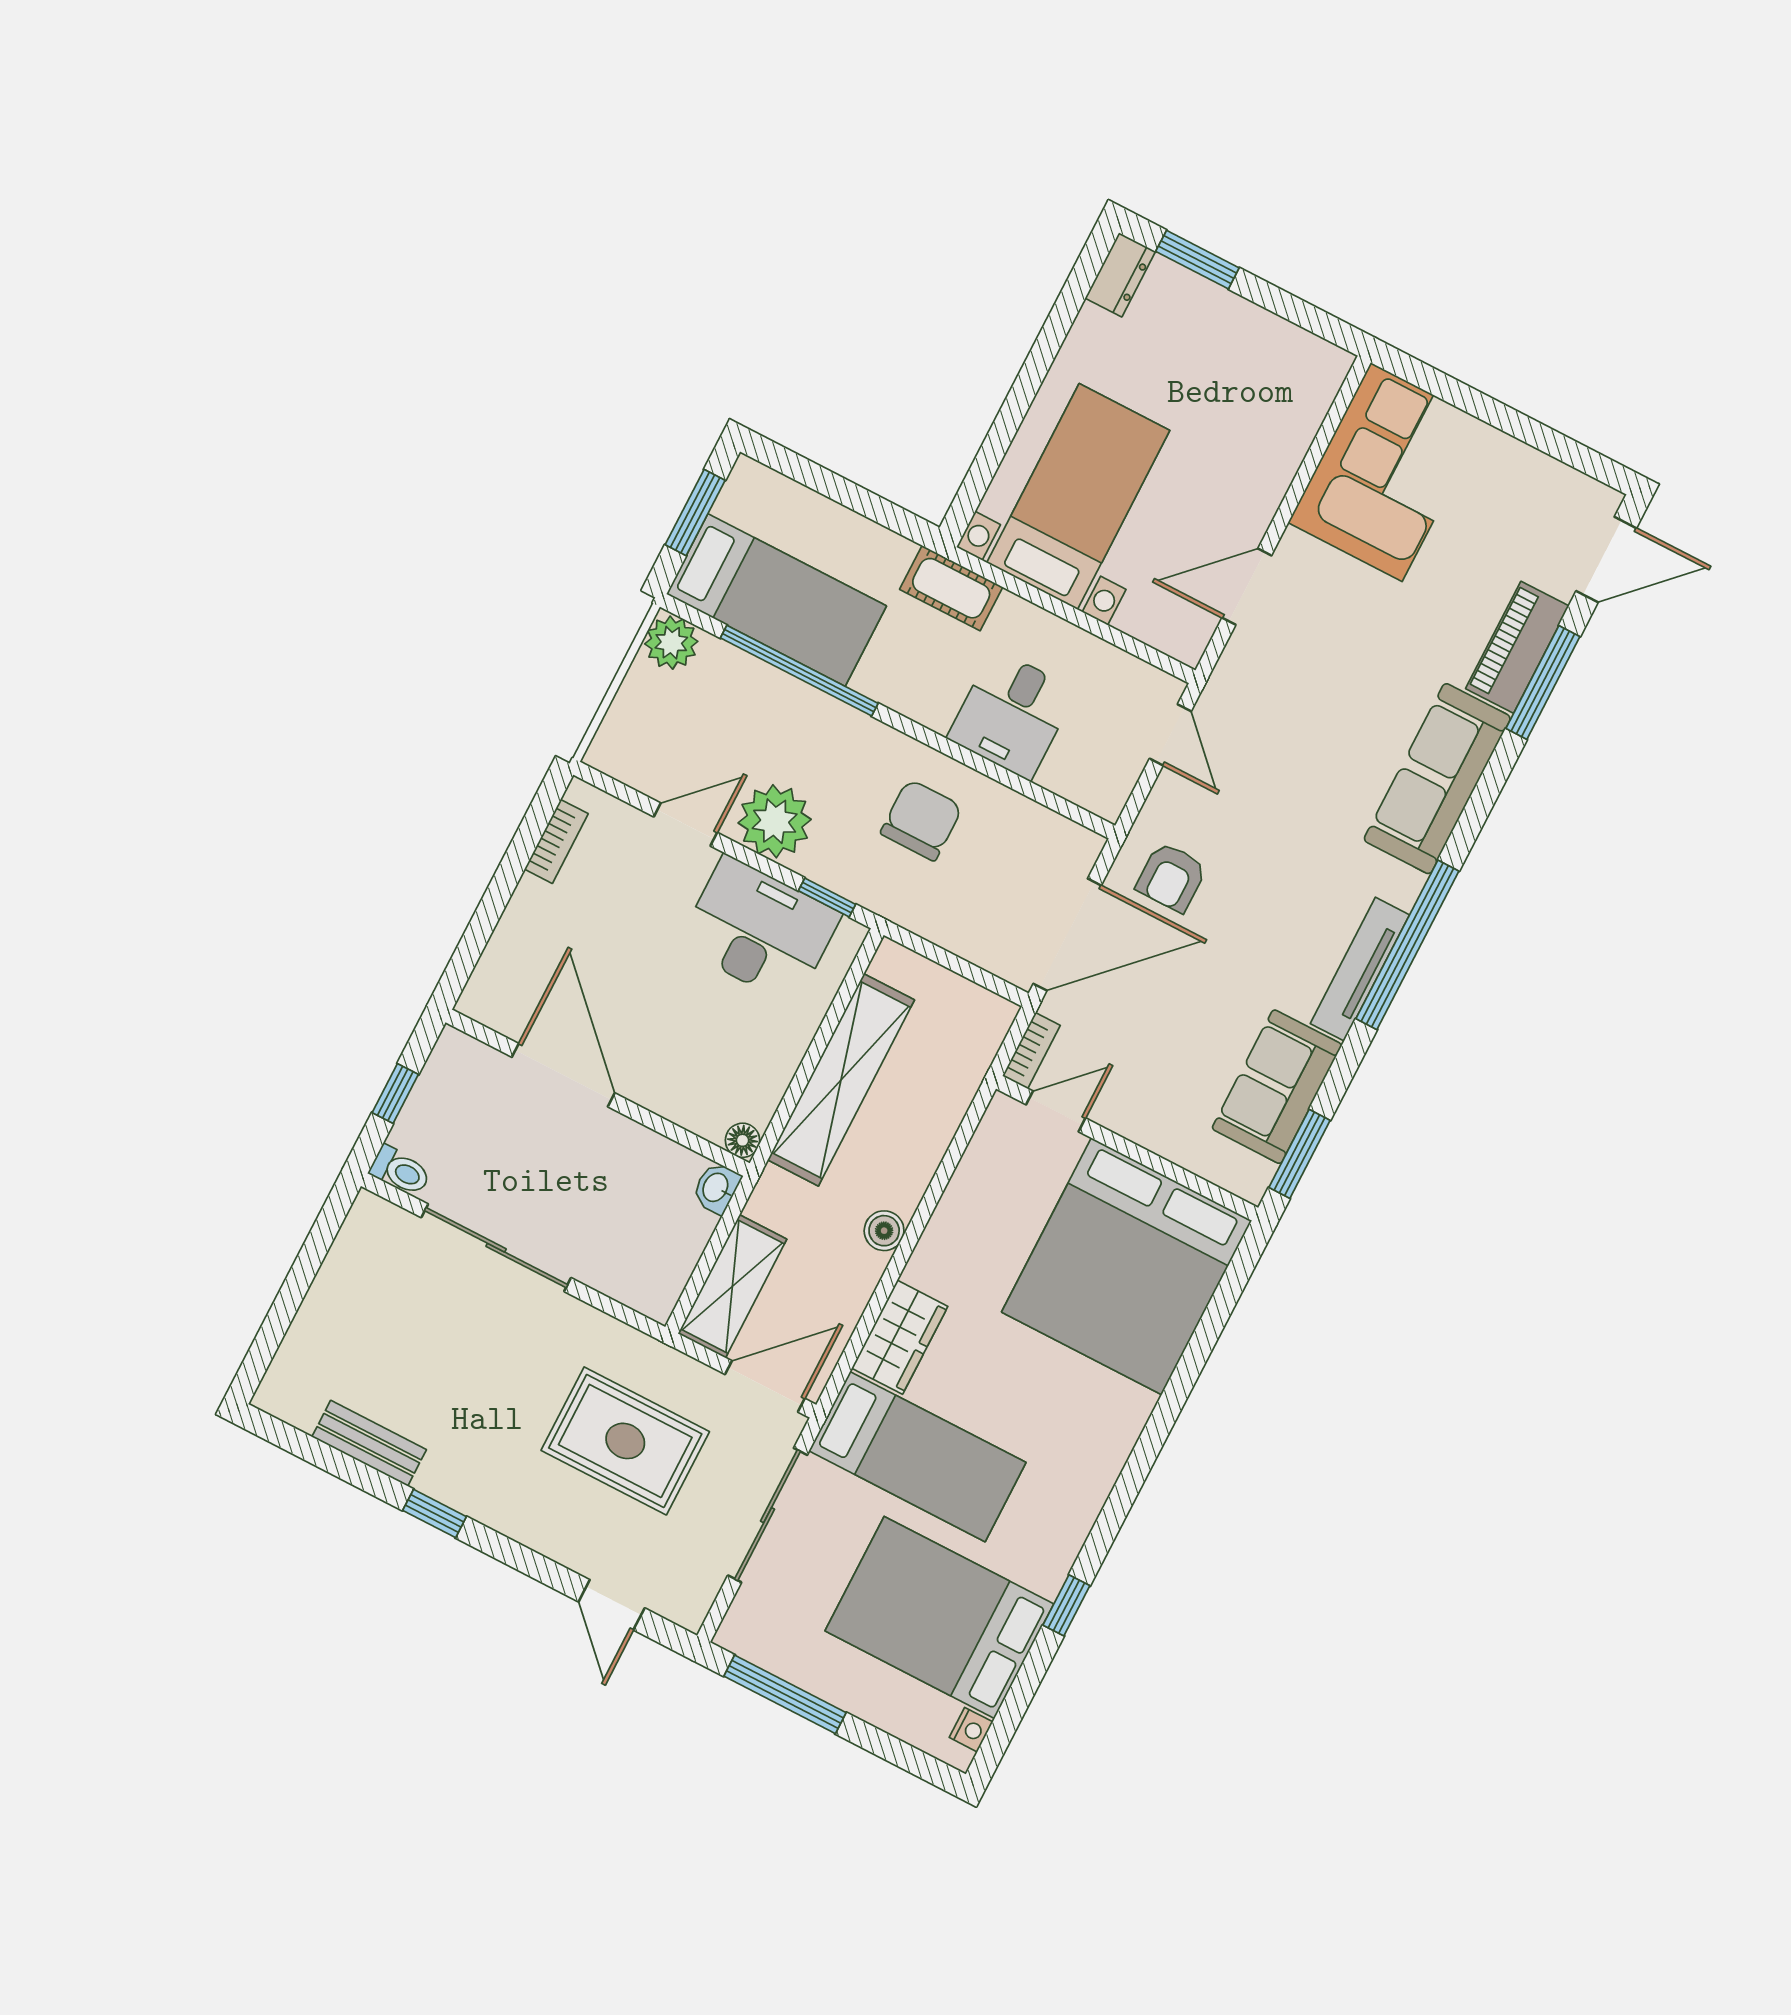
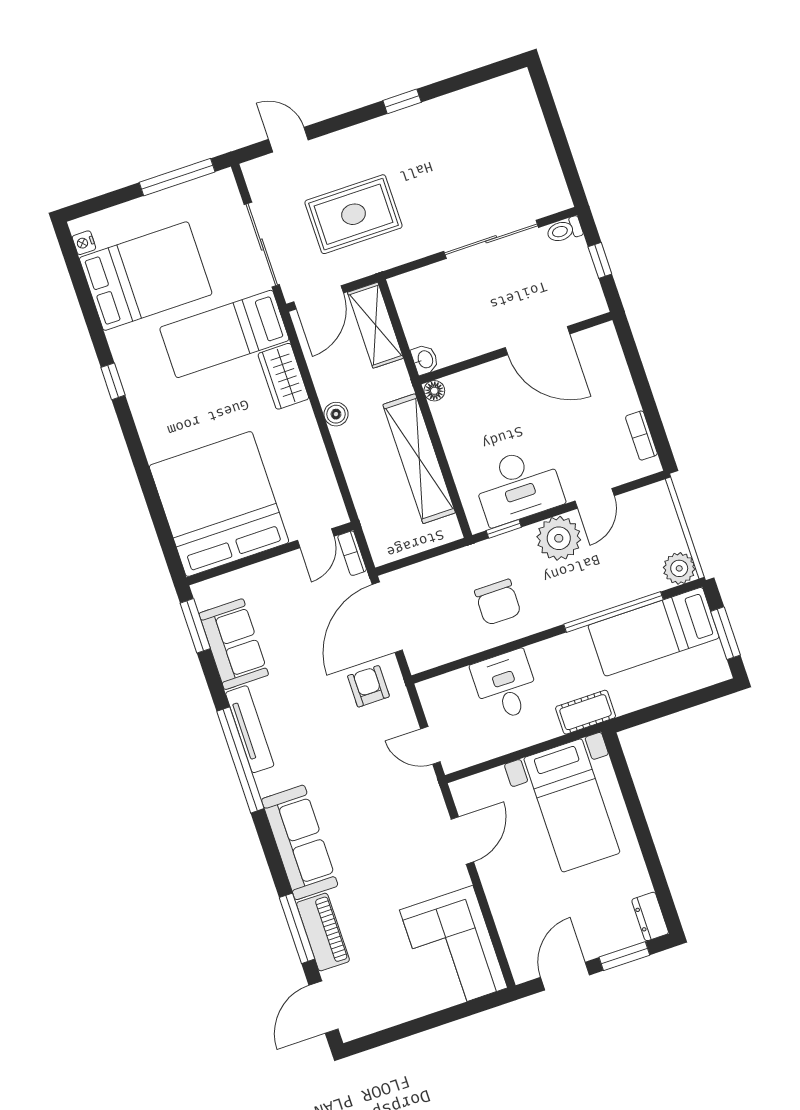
door: (1290, 307) -> (565, 976), added
bench: (369, 1443) -> (460, 103), removed
window: (1066, 1605) -> (113, 381), moved

